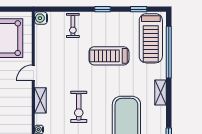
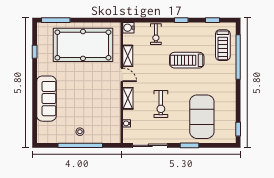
treadmill: (151, 38) -> (223, 45), width x0.73, depth x0.73
door: (33, 73) -> (122, 75), swing flipped
shelving: (160, 92) -> (128, 56), moved

